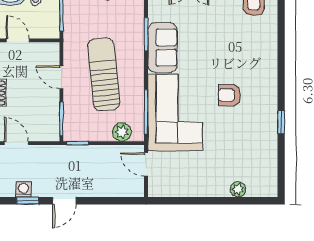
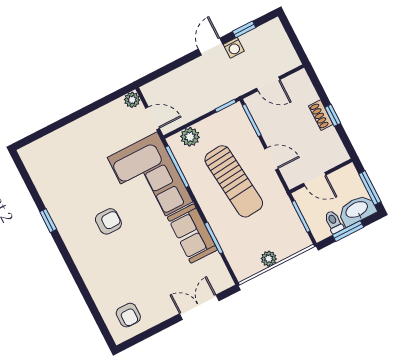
door: (18, 40) -> (315, 179), moved
door: (16, 143) -> (268, 84), moved
washing machine: (23, 189) -> (234, 48), moved
plant: (238, 189) -> (132, 100), moved

